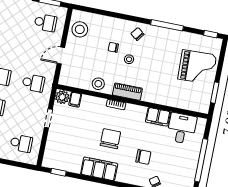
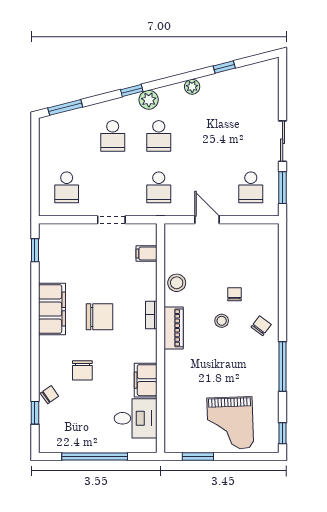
stool: (80, 29) -> (251, 240), removed
plant: (62, 97) -> (146, 234), removed

